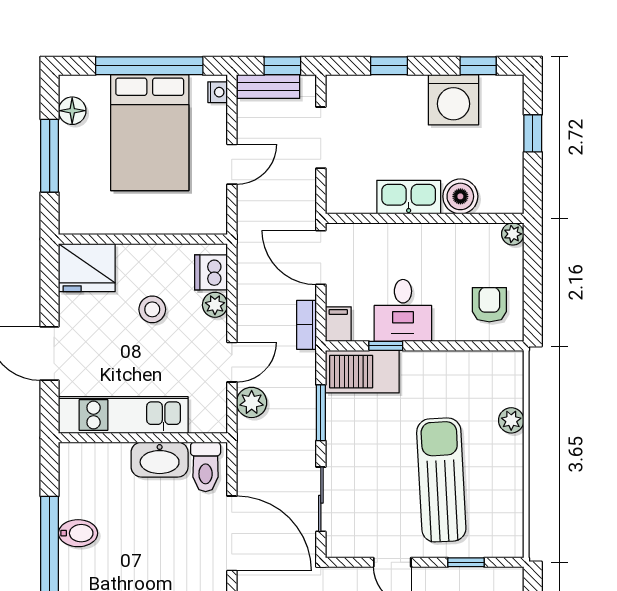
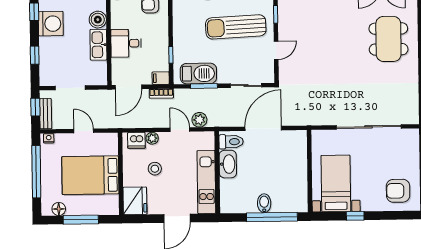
bed: (150, 133) -> (90, 175), moved, turned 180
desk: (403, 310) -> (126, 43), moved, turned 180
barbecue: (362, 372) -> (198, 74), moved, turned -90

